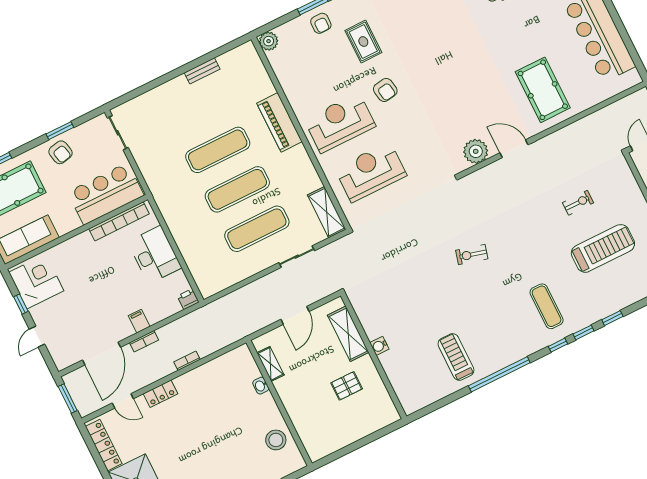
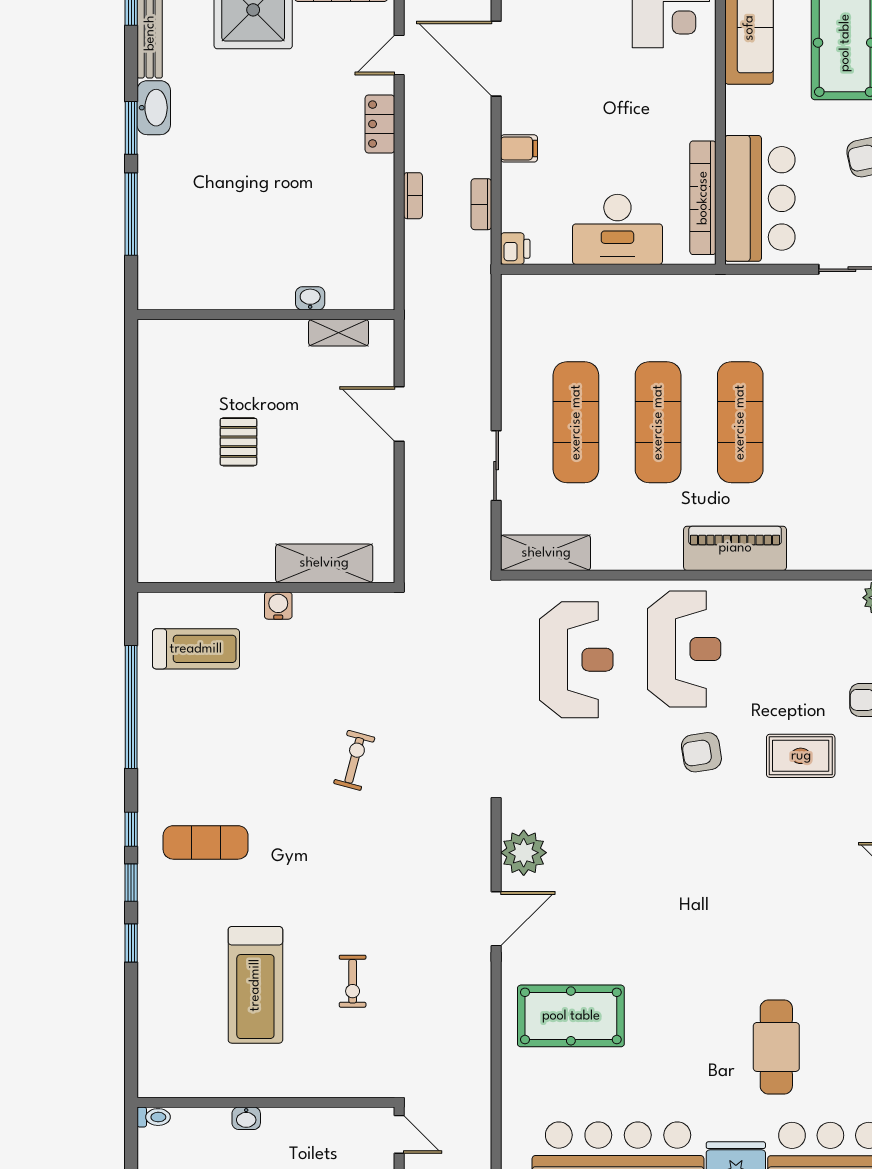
shelving: (348, 334) -> (324, 563), moved
bookcase: (144, 341) -> (481, 204), moved
water cooler: (379, 346) -> (278, 606), moved
wall: (374, 356) -> (266, 587), moved
stool: (276, 440) -> (207, 278), removed

